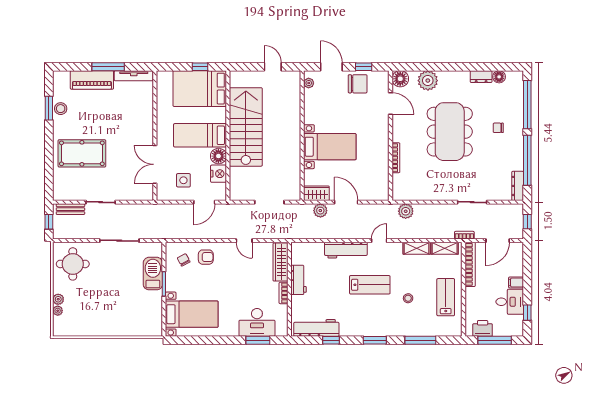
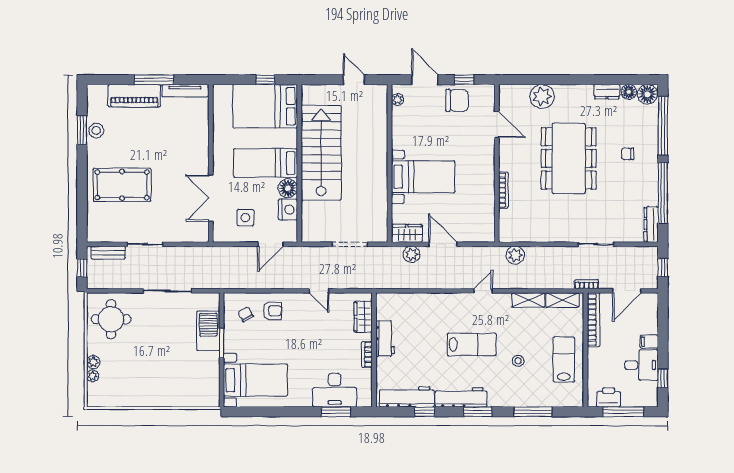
floor lamp: (400, 79) -> (647, 94), moved
workbench: (346, 250) -> (461, 397), moved, turned 180
wardrobe: (280, 262) -> (363, 317), width x0.67

